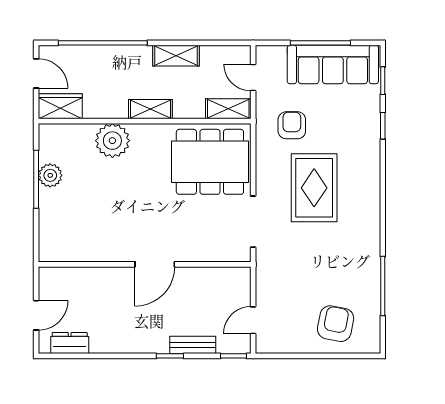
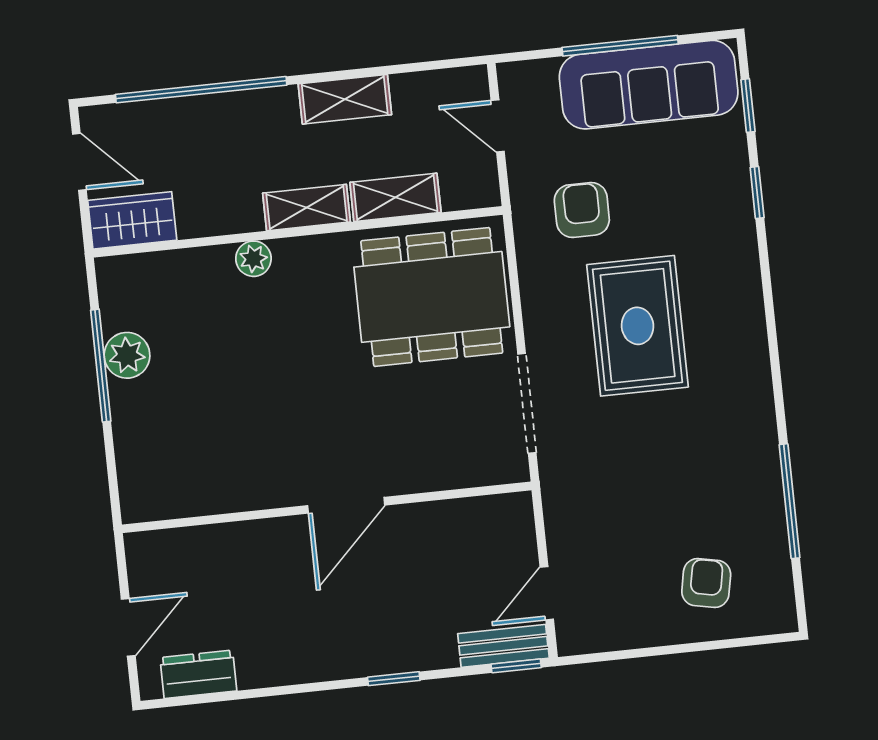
shelving: (228, 109) -> (395, 197), moved
plant: (112, 141) -> (253, 259), width x0.53, depth x0.53
armchair: (336, 324) -> (706, 583), width x0.72, depth x0.72
bench: (193, 345) -> (503, 646), moved

